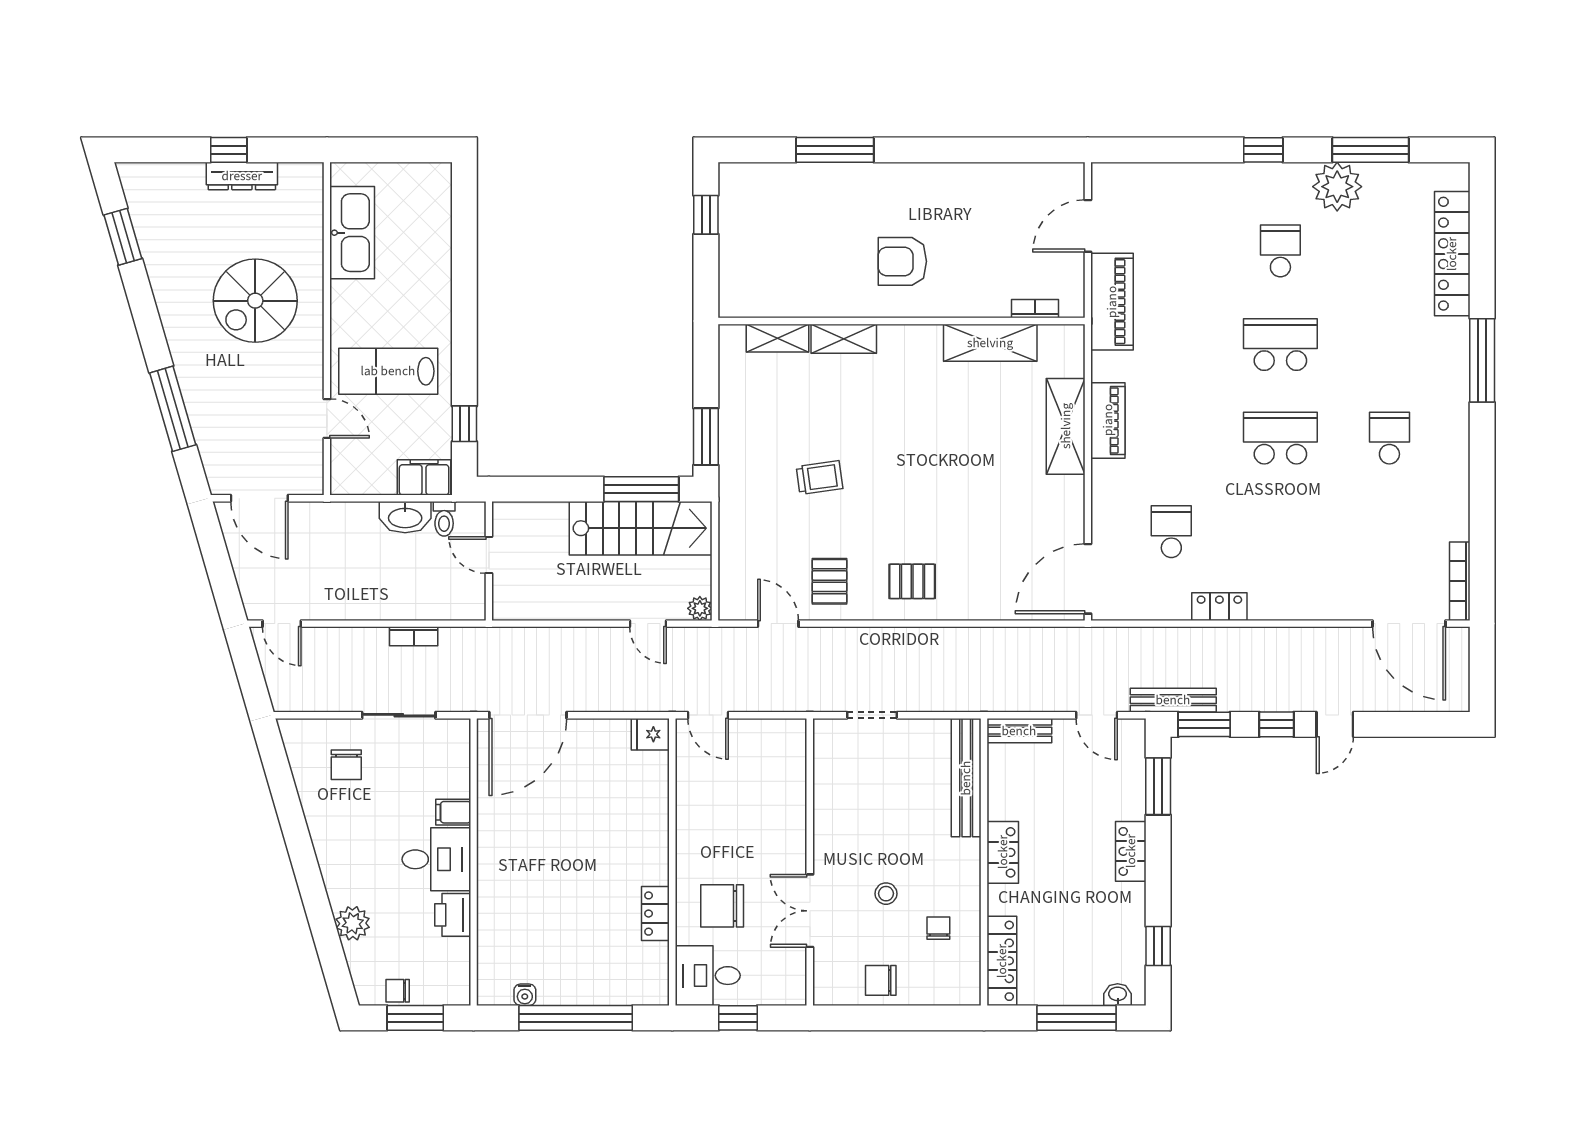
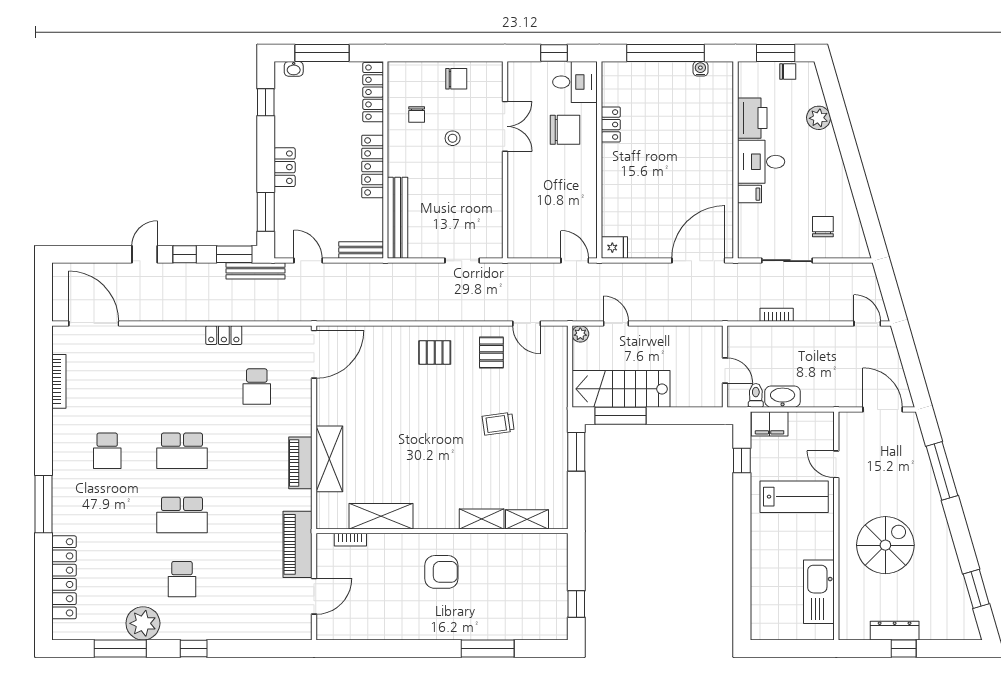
bookcase: (1460, 581) -> (59, 381), moved
locker: (1003, 852) -> (373, 166), width x1.53
printer: (453, 915) -> (752, 118), width x1.37, depth x1.19

